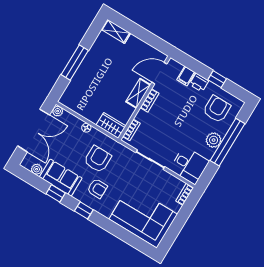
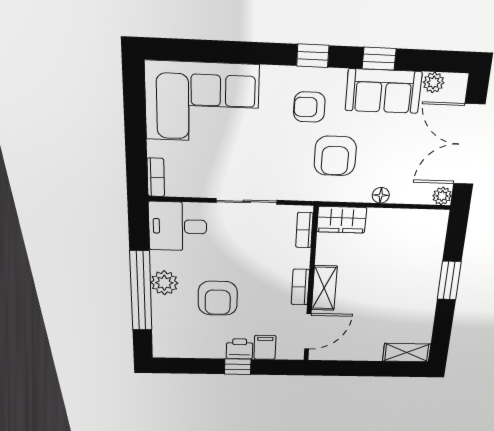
window: (75, 63) -> (449, 280), width x0.69
window: (217, 79) -> (238, 367), moved
armchair: (217, 109) -> (218, 298), moved

